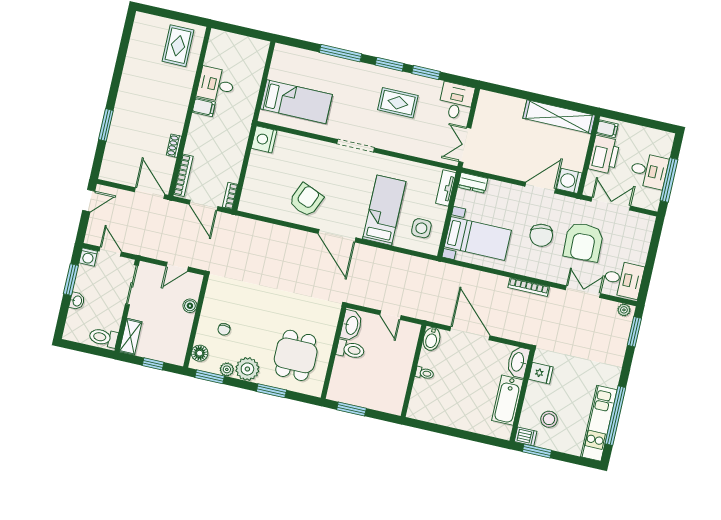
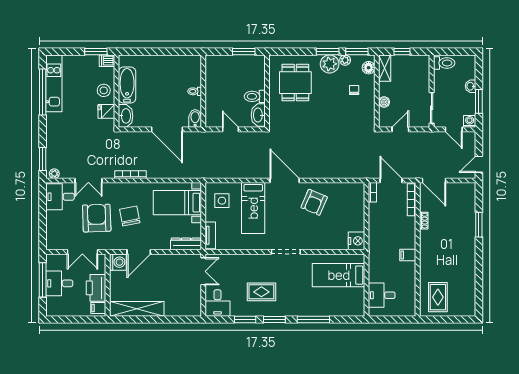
desk: (216, 84) -> (382, 295), moved, turned 180
dresser: (473, 183) -> (186, 244), width x1.44
shelving: (131, 337) -> (385, 68), moved
window: (271, 391) -> (328, 52), moved
stool: (549, 419) -> (104, 90), moved

